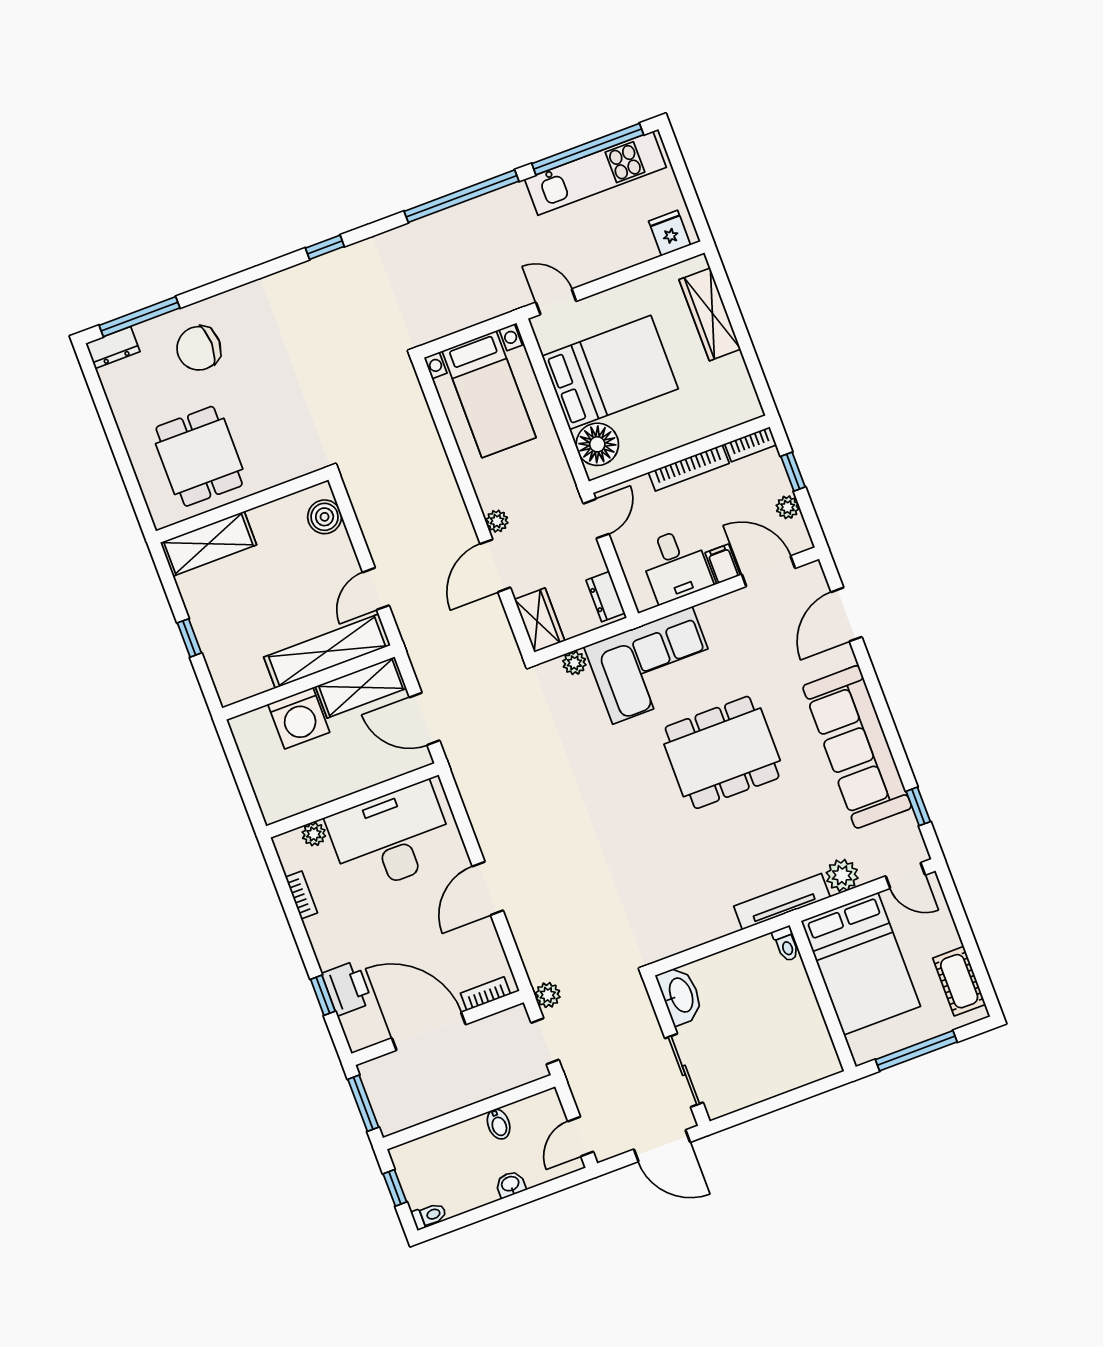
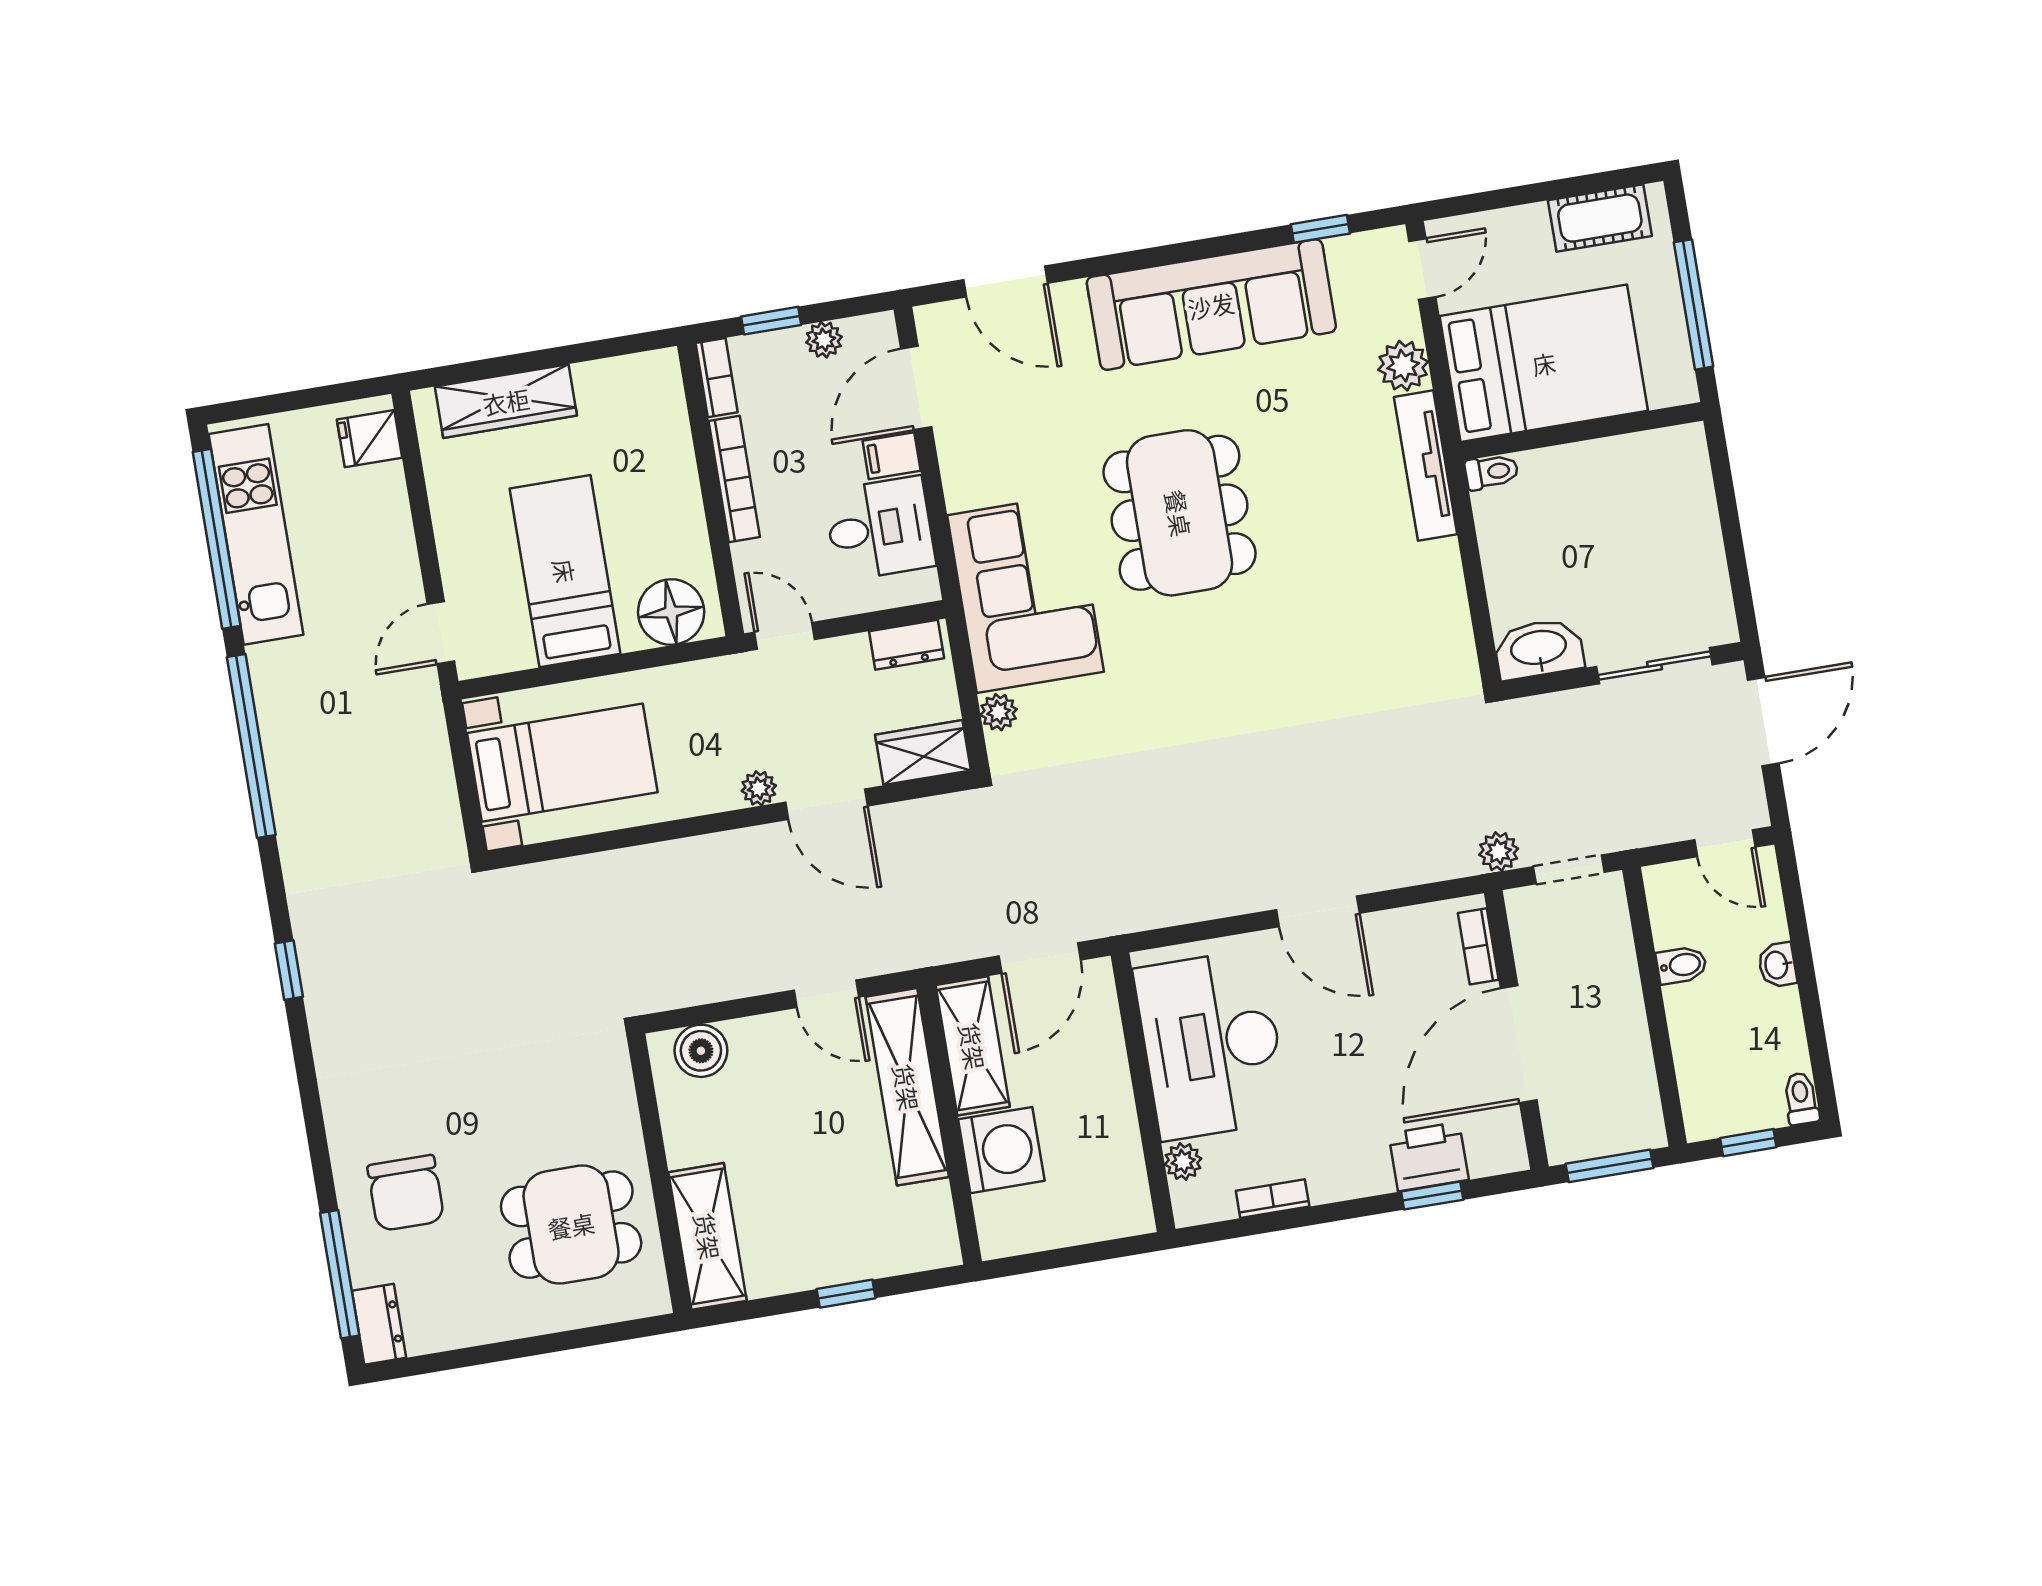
bed: (610, 372) -> (565, 571), width x0.67

